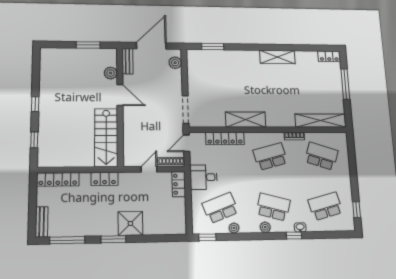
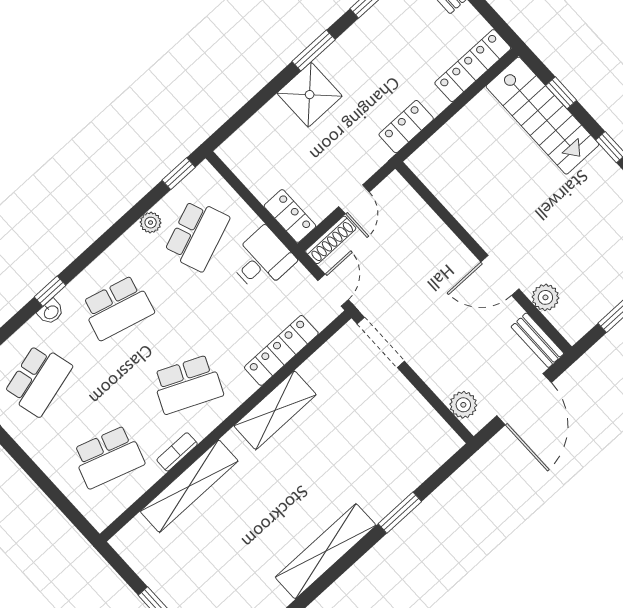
window: (213, 47) -> (400, 513), moved
shelving: (277, 57) -> (326, 551), width x1.47
shelving: (320, 121) -> (189, 486), moved
stairs: (106, 138) -> (542, 116), moved, turned 180
school desk: (270, 156) -> (188, 384), turned 39
plant: (265, 227) -> (104, 265), removed

